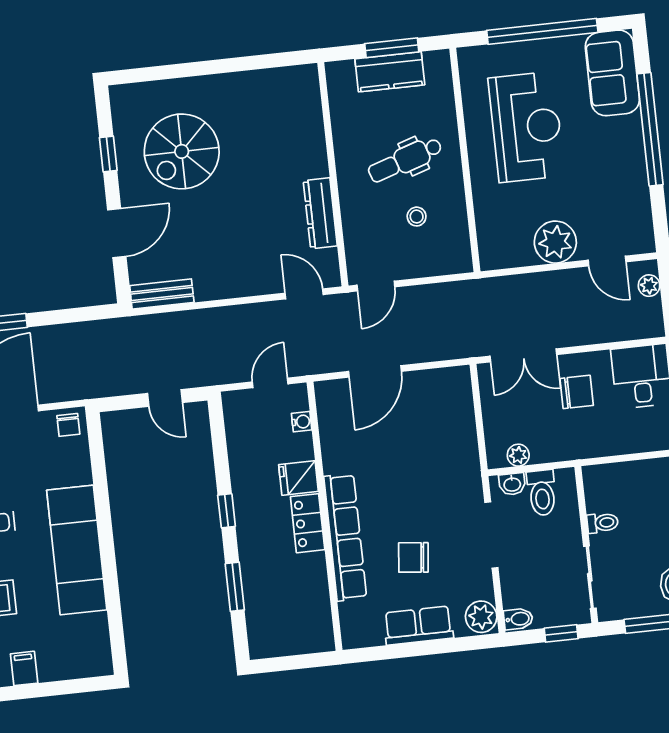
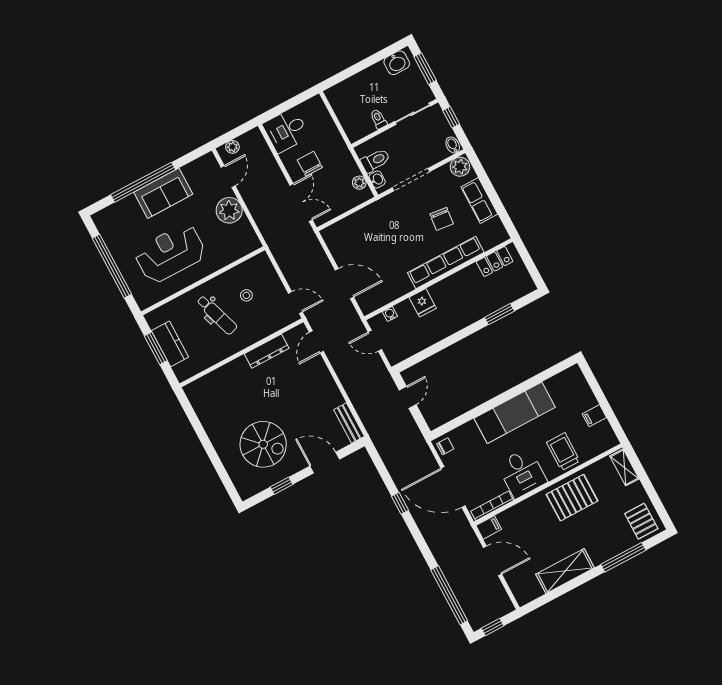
sofa: (612, 73) -> (163, 193), moved
window: (227, 511) -> (458, 336), removed
locker: (308, 523) -> (495, 261), moved

